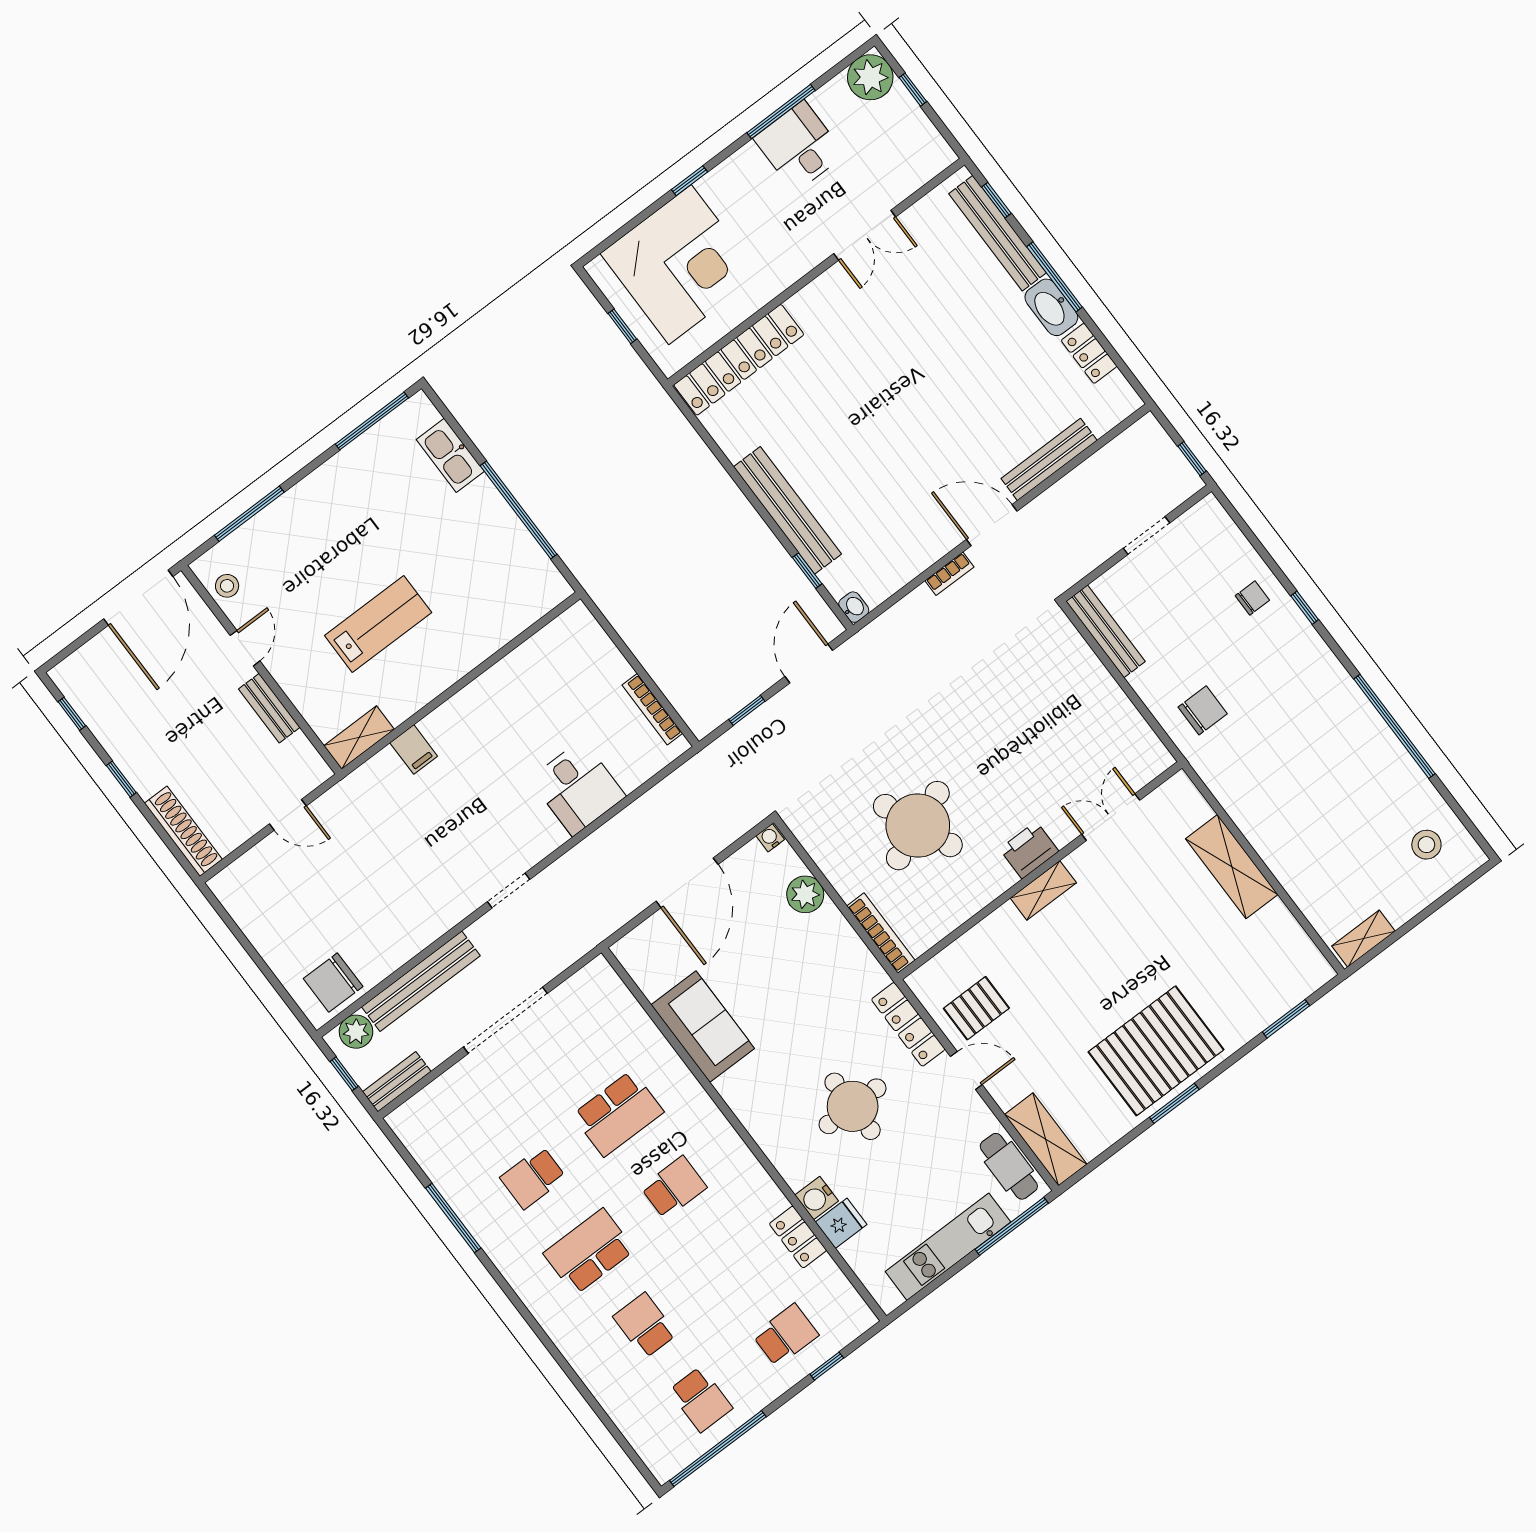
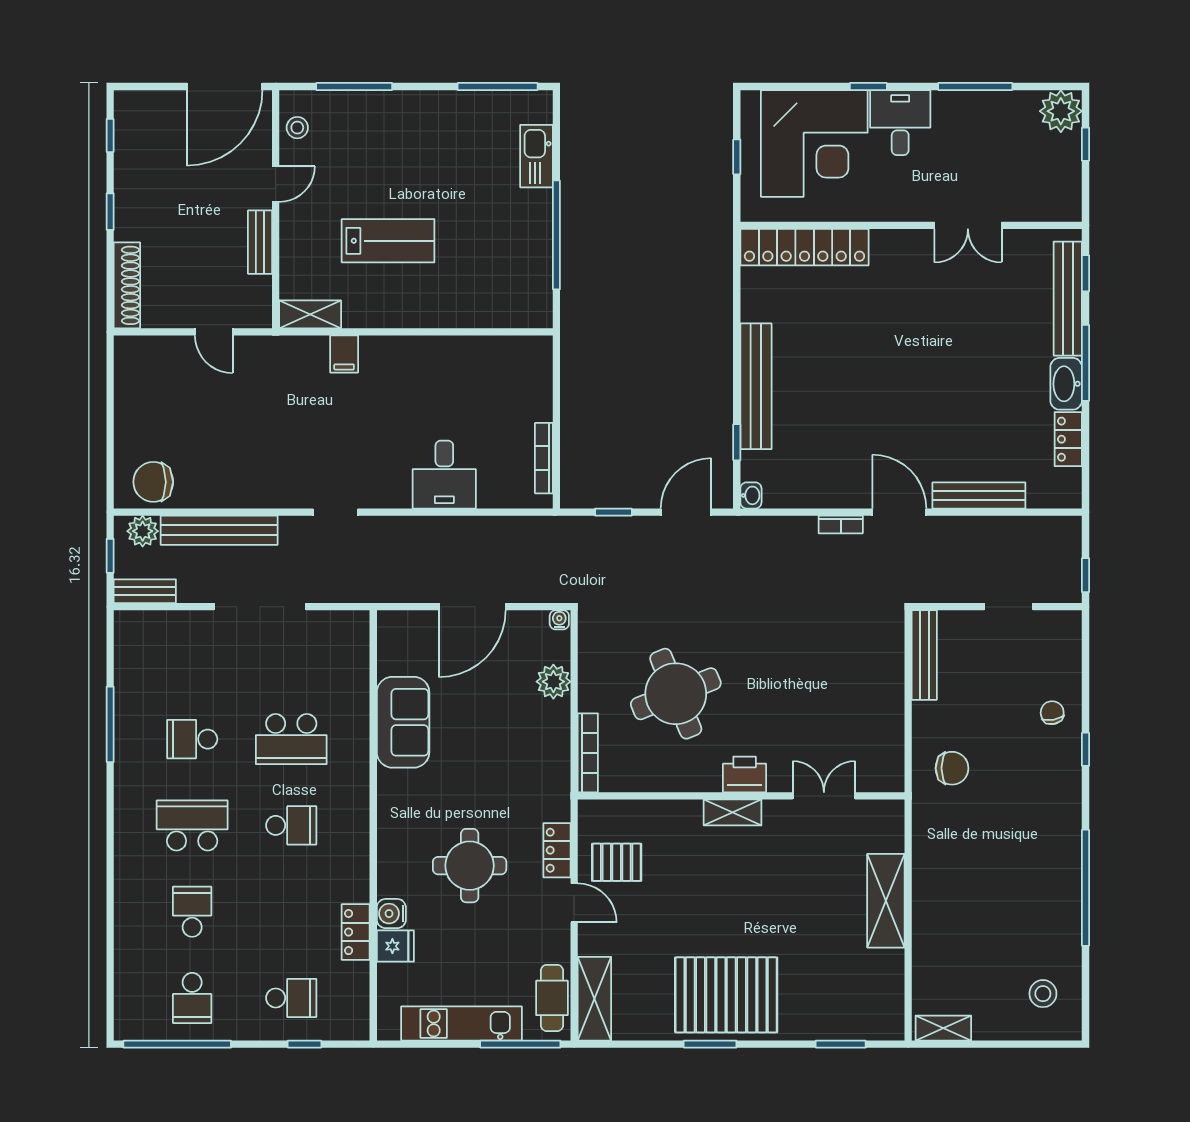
desk: (799, 146) -> (900, 123), moved
chair: (1252, 598) -> (1052, 713), turned -100
locker: (908, 1024) -> (557, 850), width x0.66

